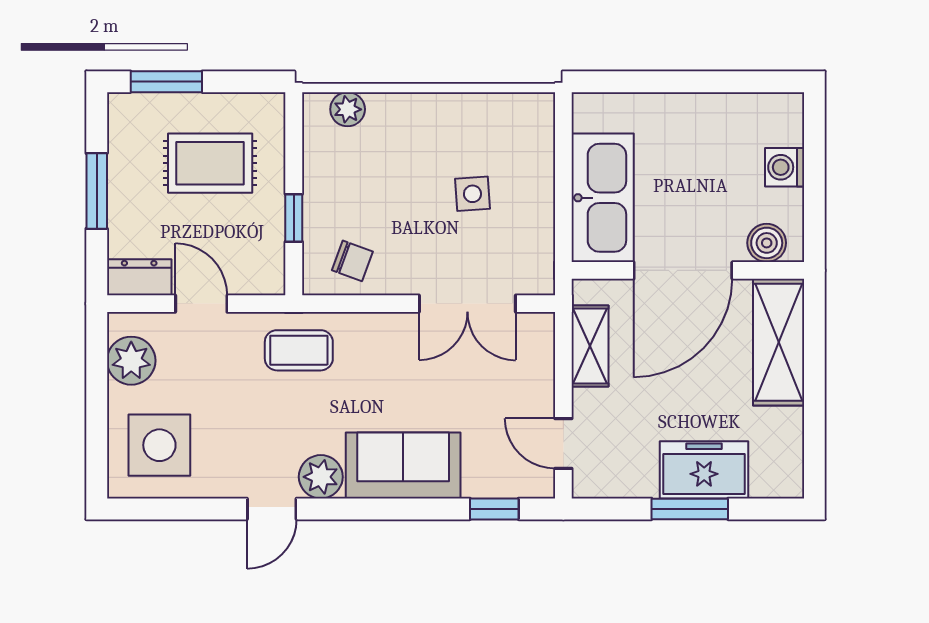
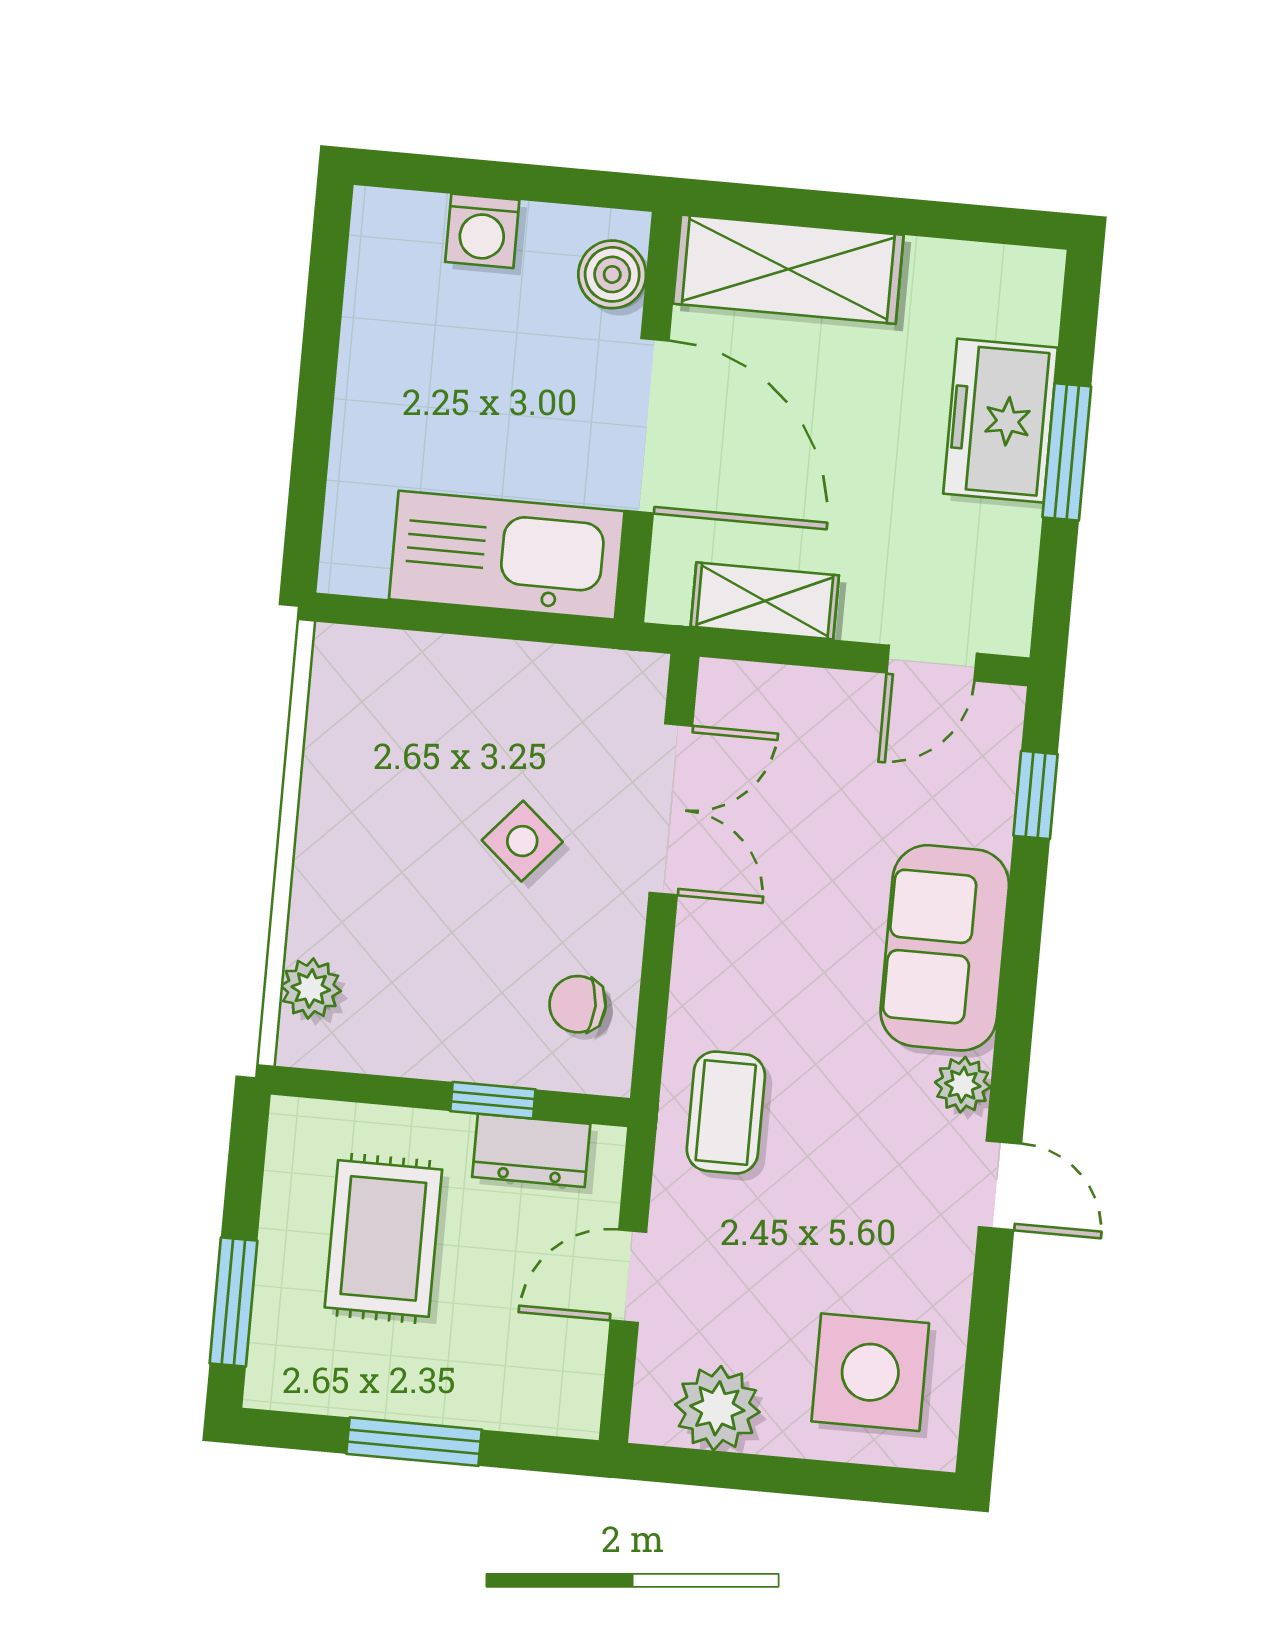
side table: (472, 194) -> (522, 841), moved, turned 45
chair: (352, 261) -> (578, 1004), turned -110
dresser: (139, 277) -> (531, 1150), moved, turned -90
plant: (321, 477) -> (963, 1085), width x0.73, depth x0.73

